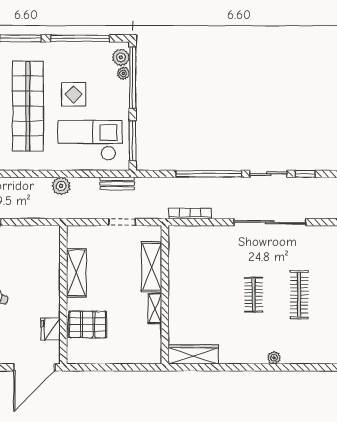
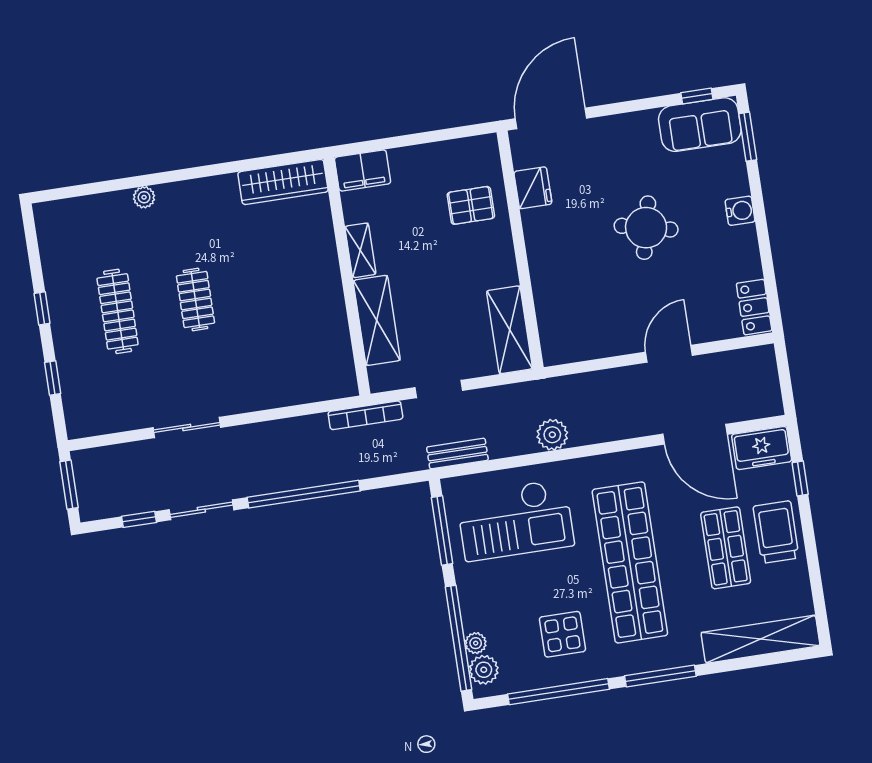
display table: (74, 94) -> (562, 634), moved
bookcase: (190, 214) -> (365, 415), moved
sliding door: (270, 222) -> (187, 428), width x0.54
shelving: (76, 273) -> (510, 330), moved
pallet: (88, 324) -> (471, 205), width x0.67, depth x0.71
filing cabinet: (147, 354) -> (363, 170), added

